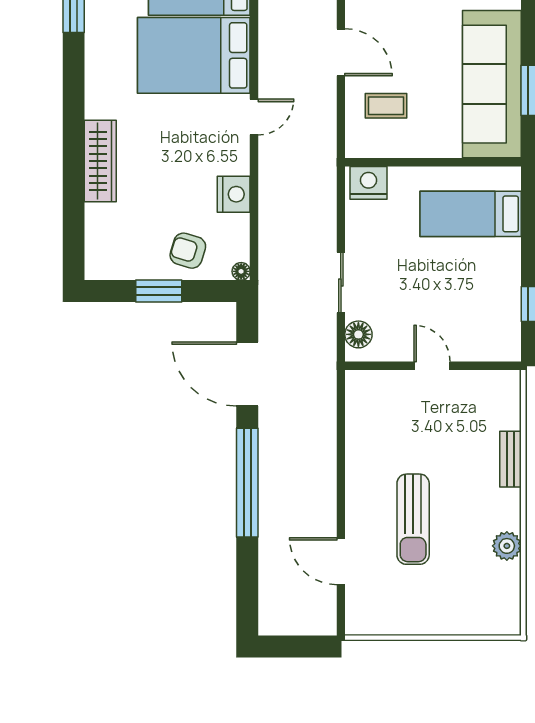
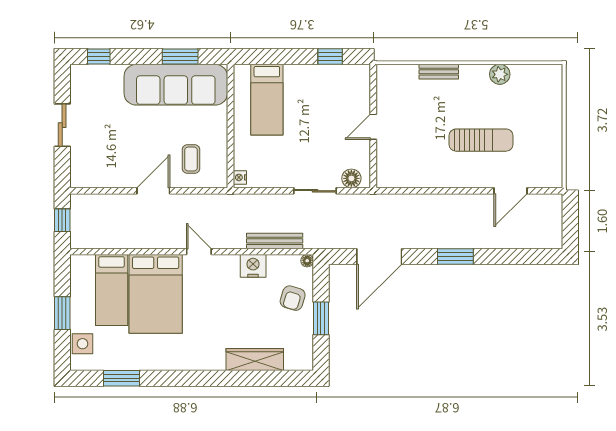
wardrobe: (100, 161) -> (255, 359), moved
nightstand: (368, 183) -> (240, 177), width x0.53, depth x0.56
bench: (269, 225) -> (275, 241), added
window: (247, 483) -> (455, 256), width x0.47

